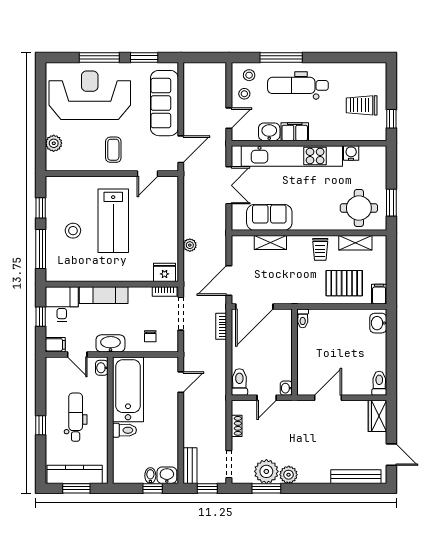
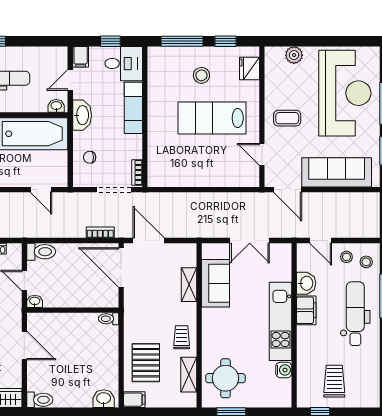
kitchen unit: (292, 156) -> (281, 321), width x0.73
plant: (190, 245) -> (186, 199), removed
trolley: (320, 249) -> (182, 337), turned 90
fridge: (165, 272) -> (249, 68), moved, turned 180

